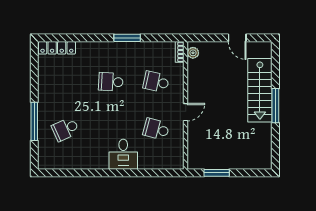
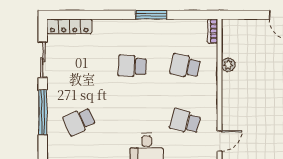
plant: (193, 53) -> (228, 65), moved
sliding door: (34, 76) -> (43, 60), added
door: (186, 112) -> (219, 141), moved

